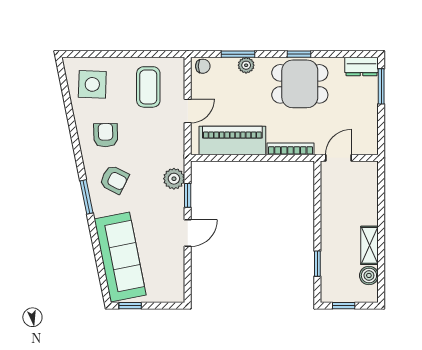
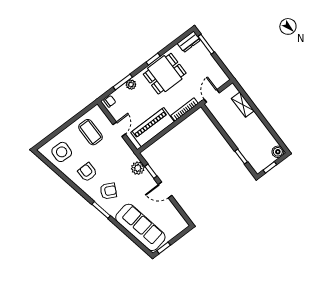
door: (188, 233) -> (165, 190), swing flipped
shelving: (370, 245) -> (243, 105), moved
boiler: (369, 275) -> (278, 152), moved

